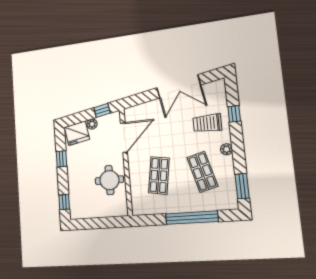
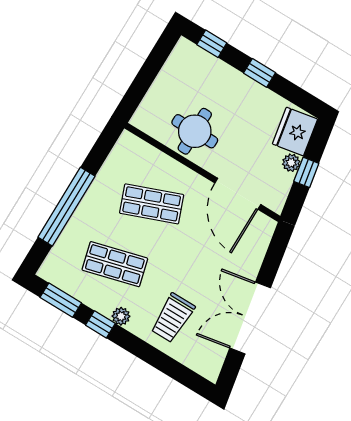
window: (102, 110) -> (306, 172), moved
window: (234, 114) -> (100, 324), moved
trolley: (207, 123) -> (173, 318), turned 180
window: (61, 159) -> (260, 73), moved
shop shelf: (159, 175) -> (152, 204), turned -30

